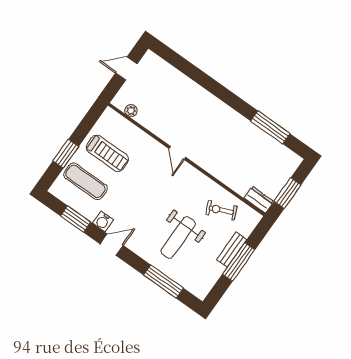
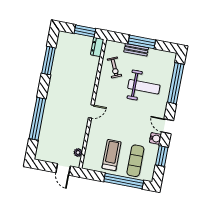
door: (126, 69) -> (63, 169), moved
window: (200, 77) -> (37, 119), added
window: (66, 154) -> (124, 181), width x2.11
window: (163, 282) -> (176, 83), width x1.46

